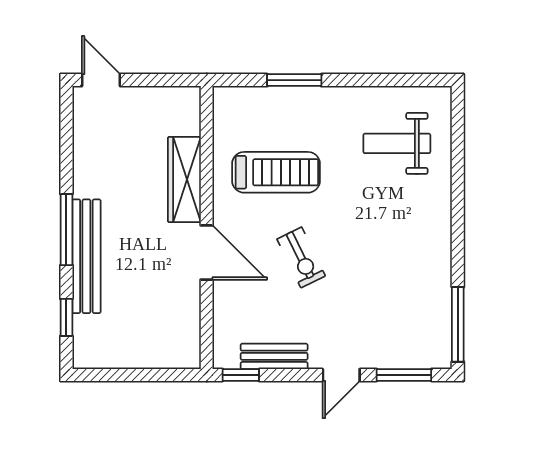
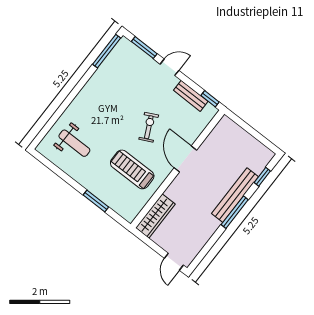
wardrobe: (184, 180) -> (155, 216), moved

